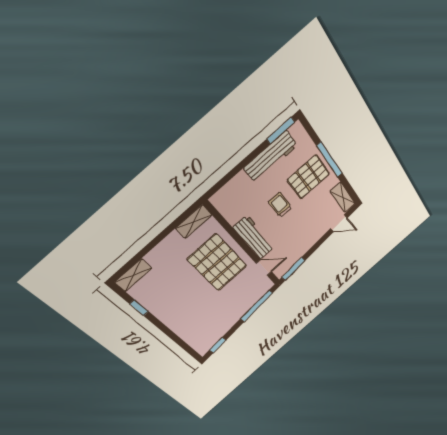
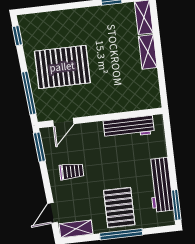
trolley: (280, 205) -> (71, 171), moved
shelving: (194, 222) -> (148, 52), moved
workbench: (254, 237) -> (129, 127), moved
pallet: (217, 263) -> (62, 67), moved

